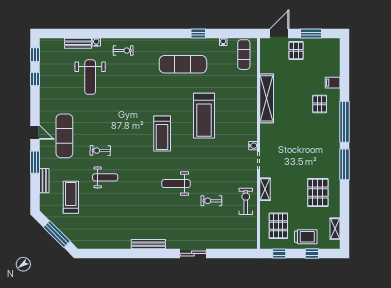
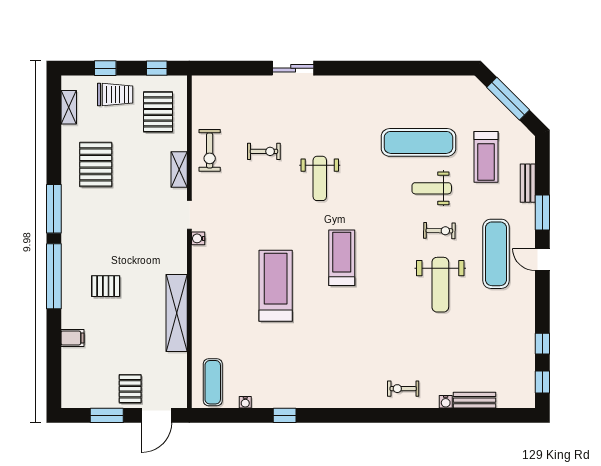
exercise mat: (183, 64) -> (418, 142), moved
weight bench: (90, 77) -> (440, 285), moved, turned 180
pallet: (320, 104) -> (106, 286), moved, turned 90
weight bench: (176, 184) -> (320, 178), turned 90
trolley: (306, 237) -> (115, 95), turned 180
bench: (148, 244) -> (363, 83), removed

